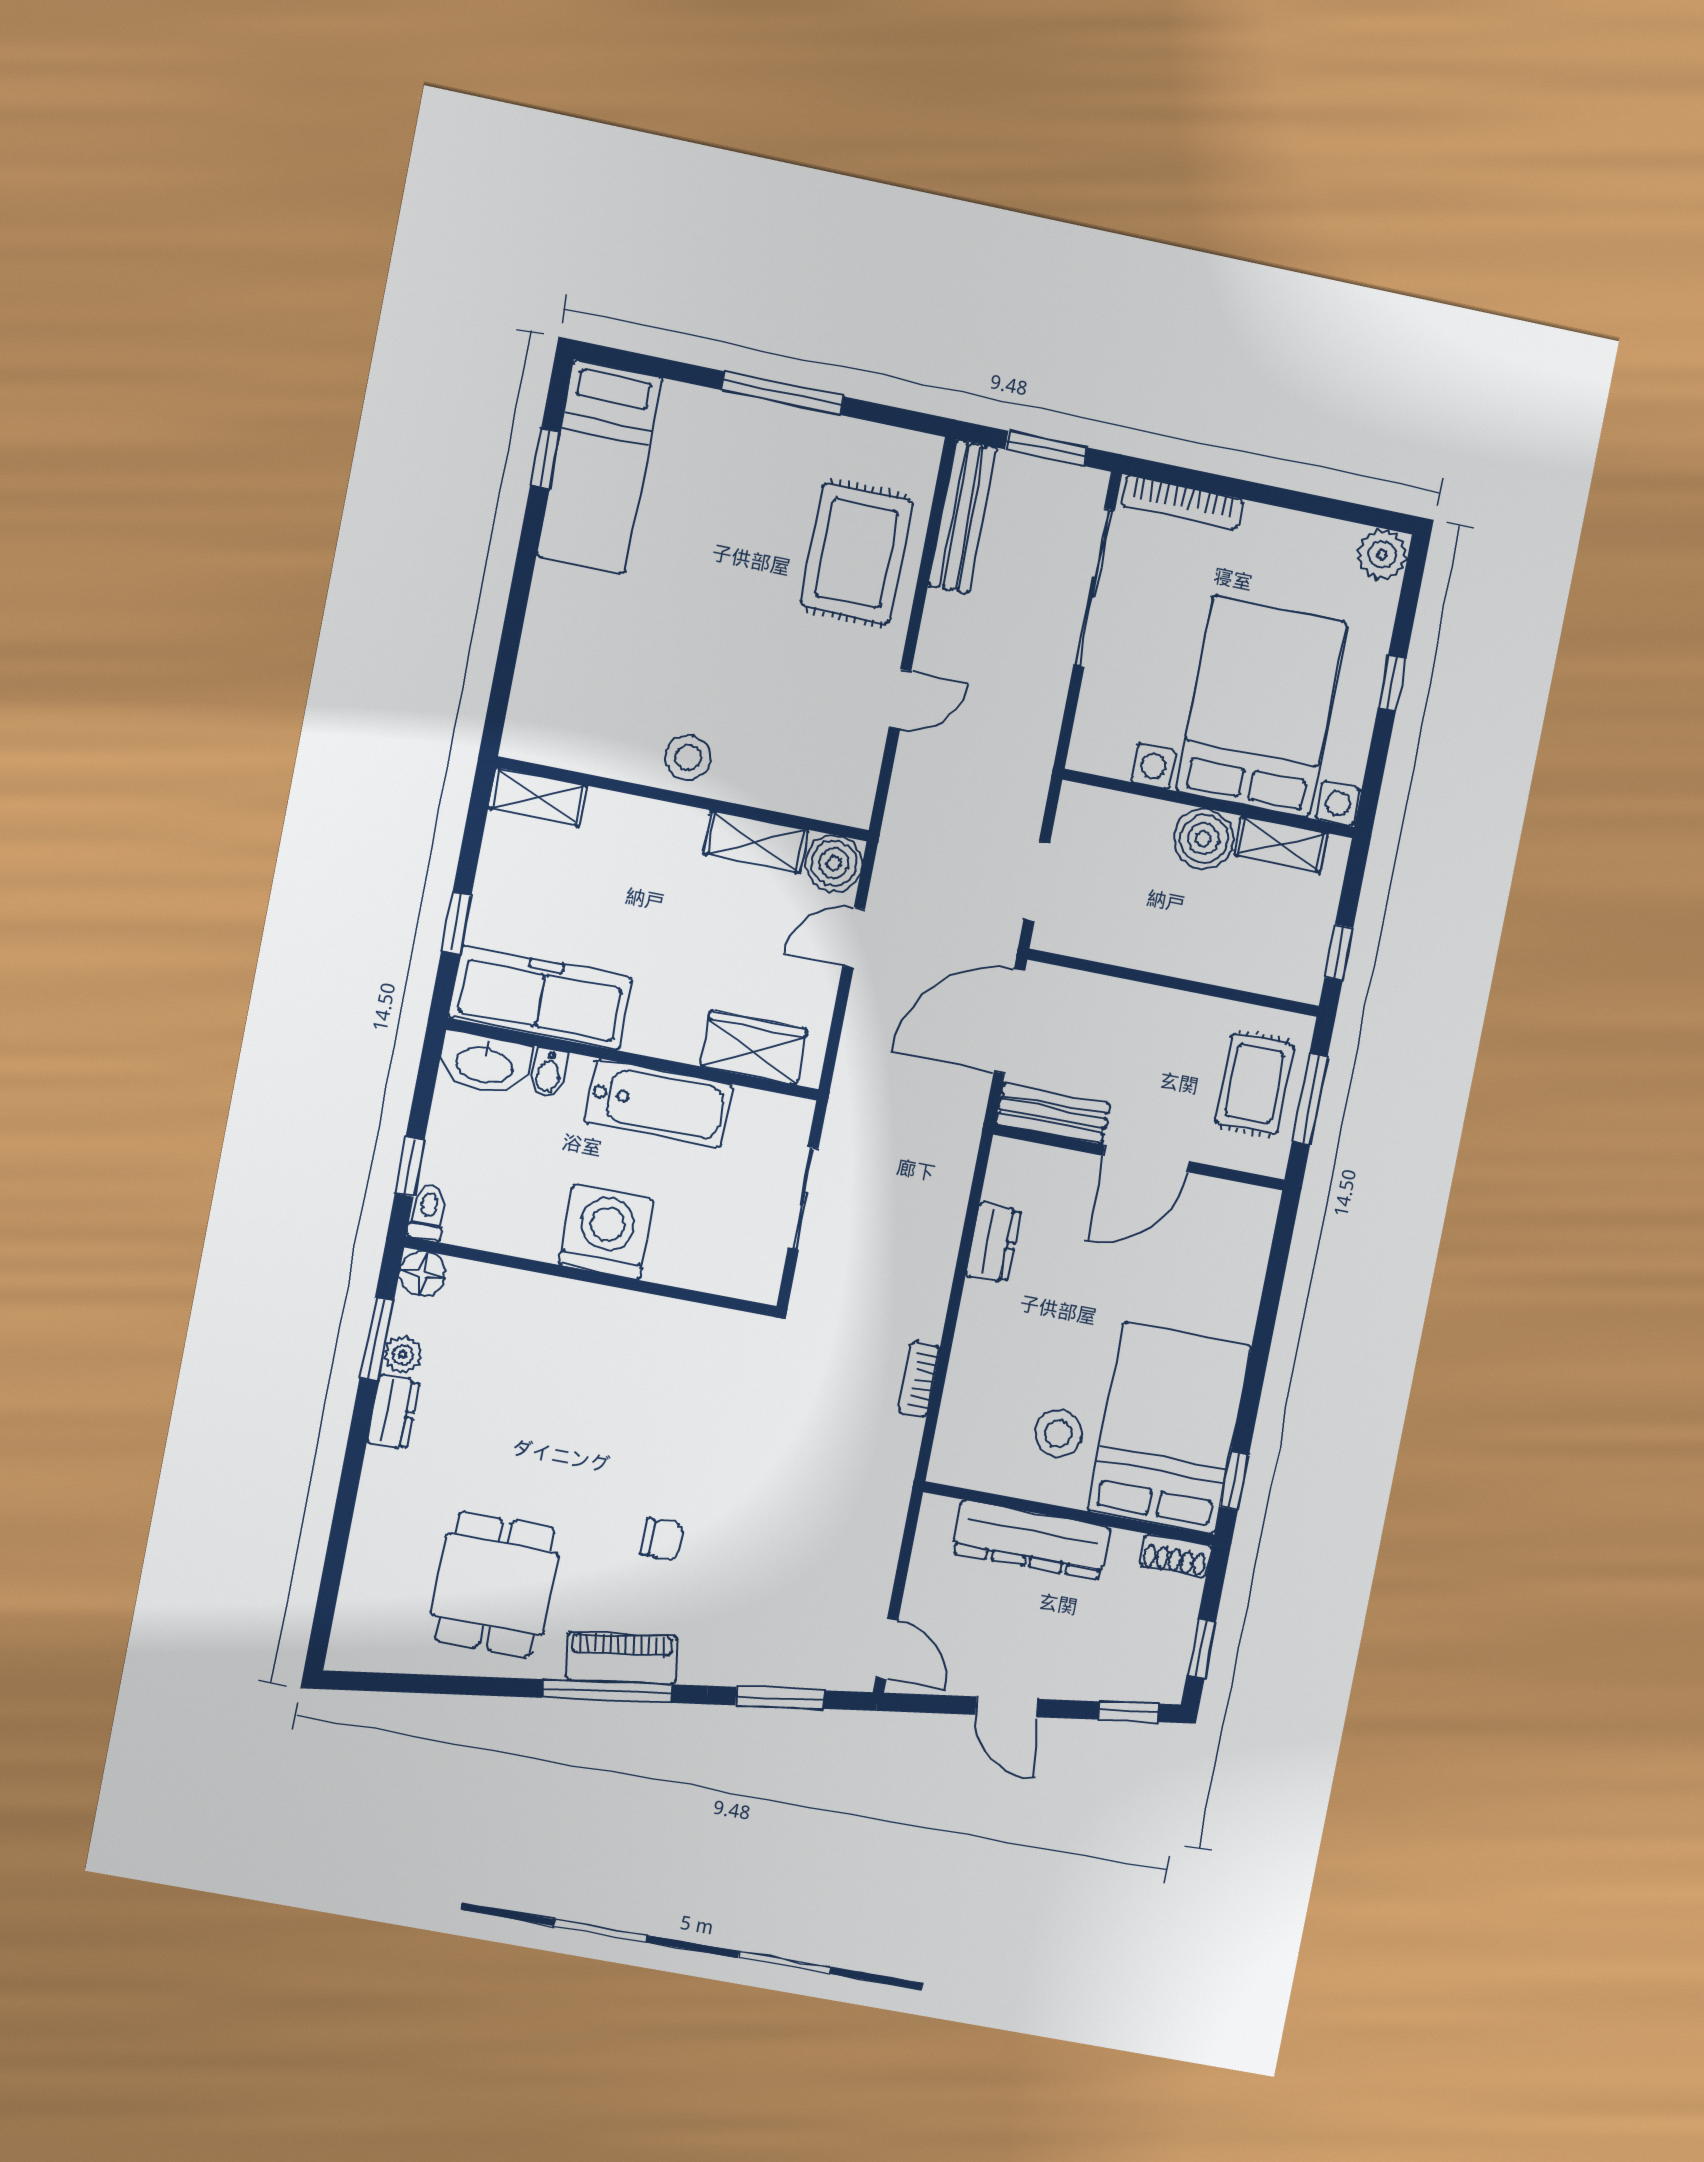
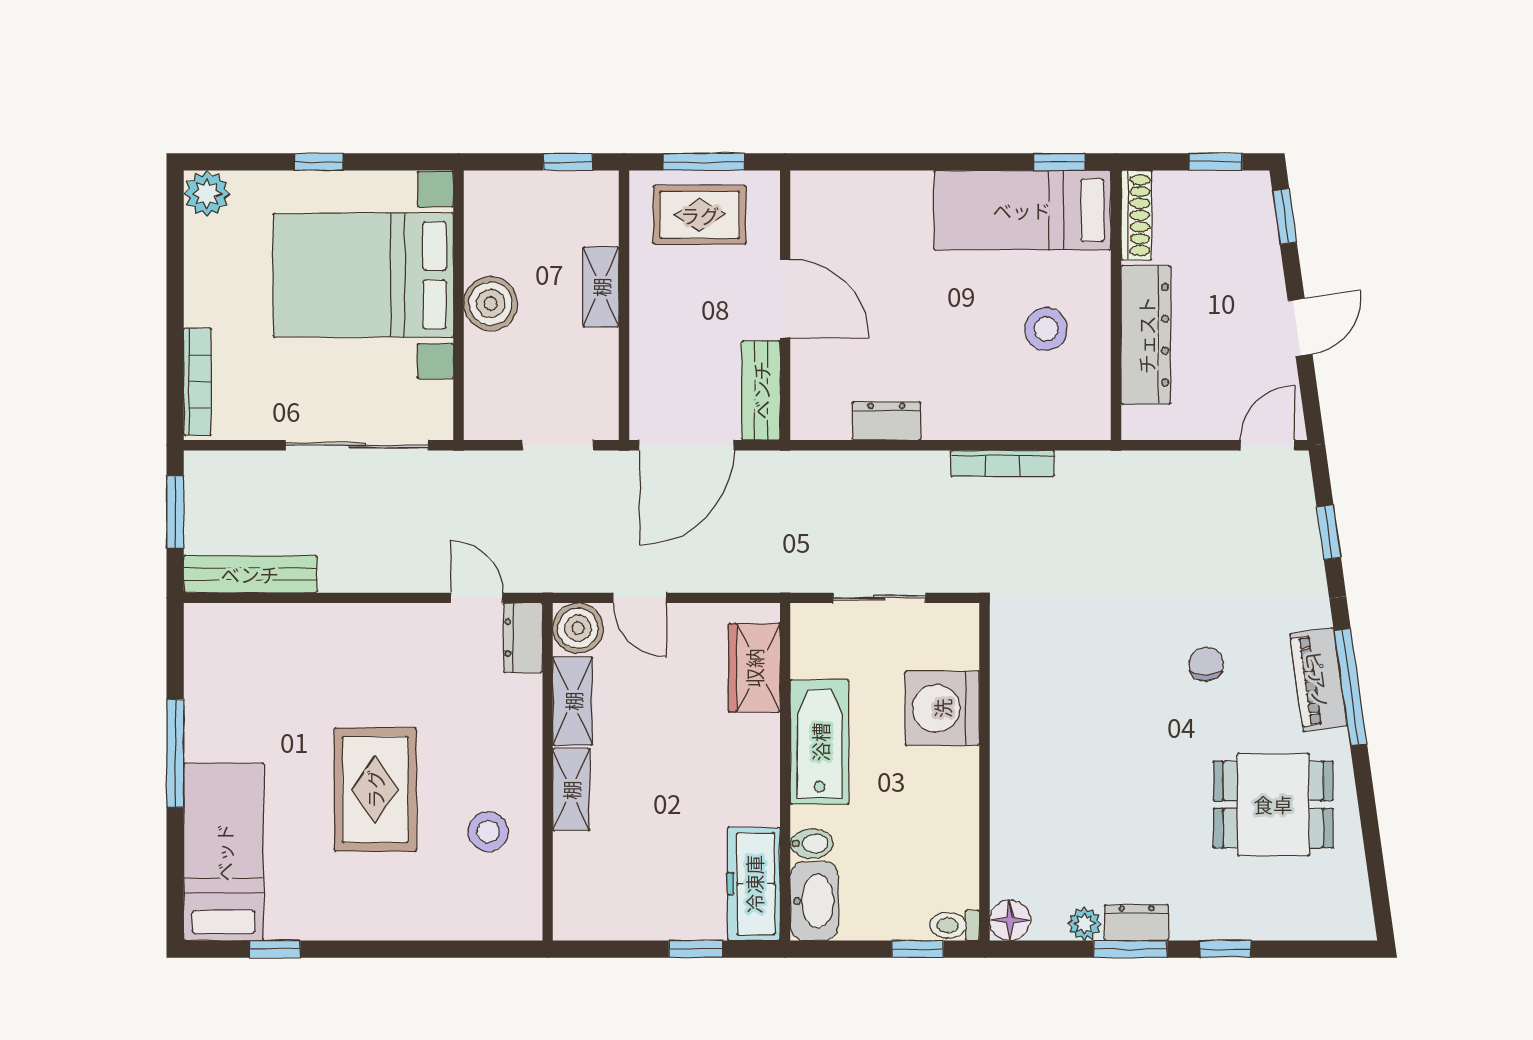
bed: (599, 467) -> (224, 852), moved, turned -90
rug: (856, 553) -> (375, 789), moved, turned 90
sliding door: (1094, 588) -> (357, 445), moved
door: (900, 699) -> (477, 598), moved
stool: (688, 758) -> (488, 832), moved
shelving: (537, 797) -> (571, 790), moved
dresser: (835, 801) -> (523, 638), added
shelving: (1281, 844) -> (601, 287), moved
freezer: (540, 998) -> (754, 884), width x0.73, depth x0.79
door: (1009, 1021) -> (687, 445), hinge flipped
washing machine: (606, 1232) -> (942, 708), moved
window: (377, 1339) -> (1130, 949), moved
bookcase: (919, 1380) -> (1002, 463), width x1.56
bed: (1169, 1428) -> (1022, 210), width x0.67
window: (345, 1503) -> (1226, 949), added
shoe rack: (1176, 1556) -> (1136, 215), width x1.43
window: (780, 1698) -> (1329, 532), width x0.67

